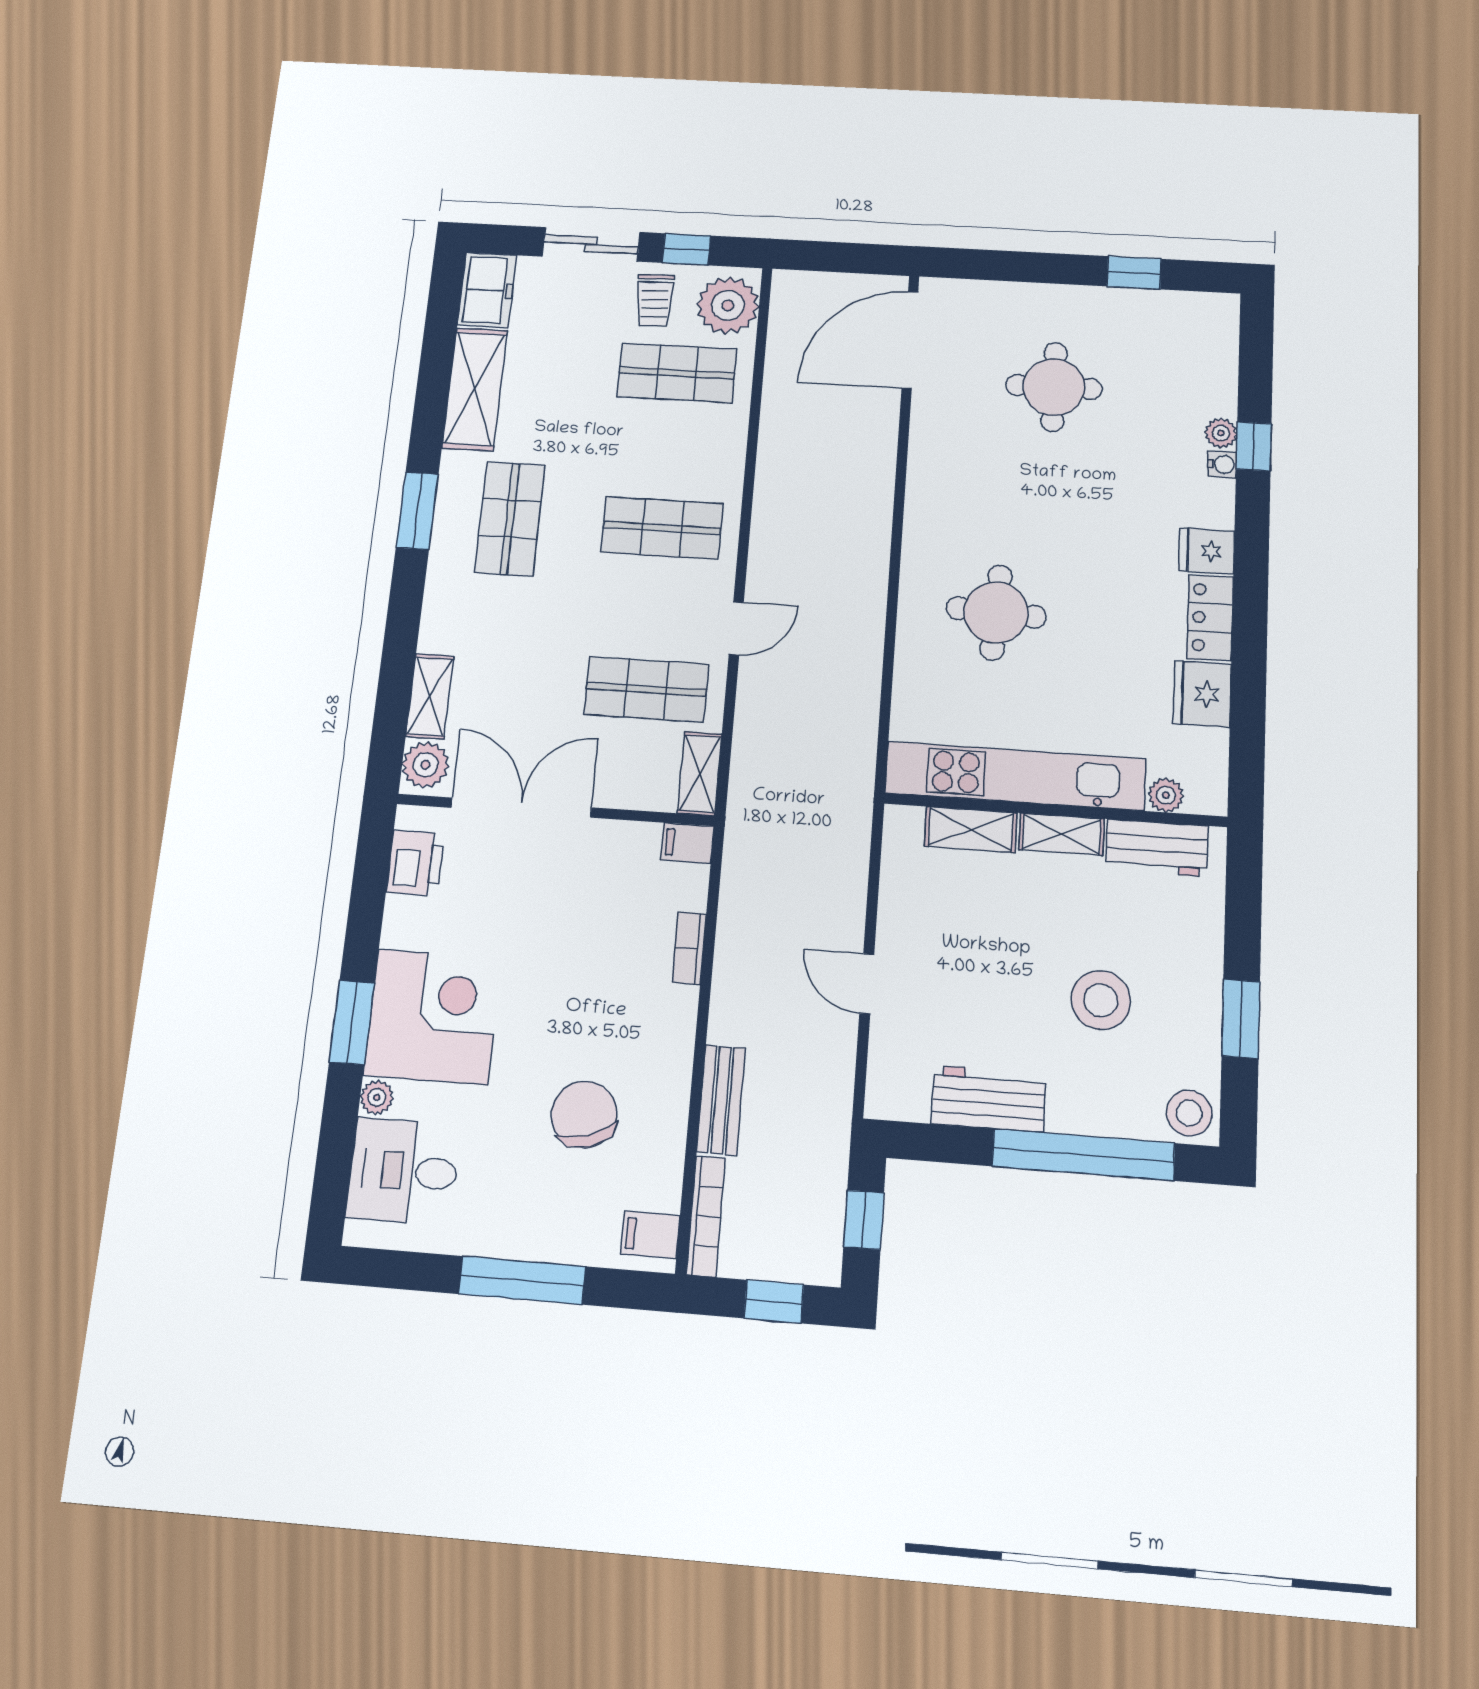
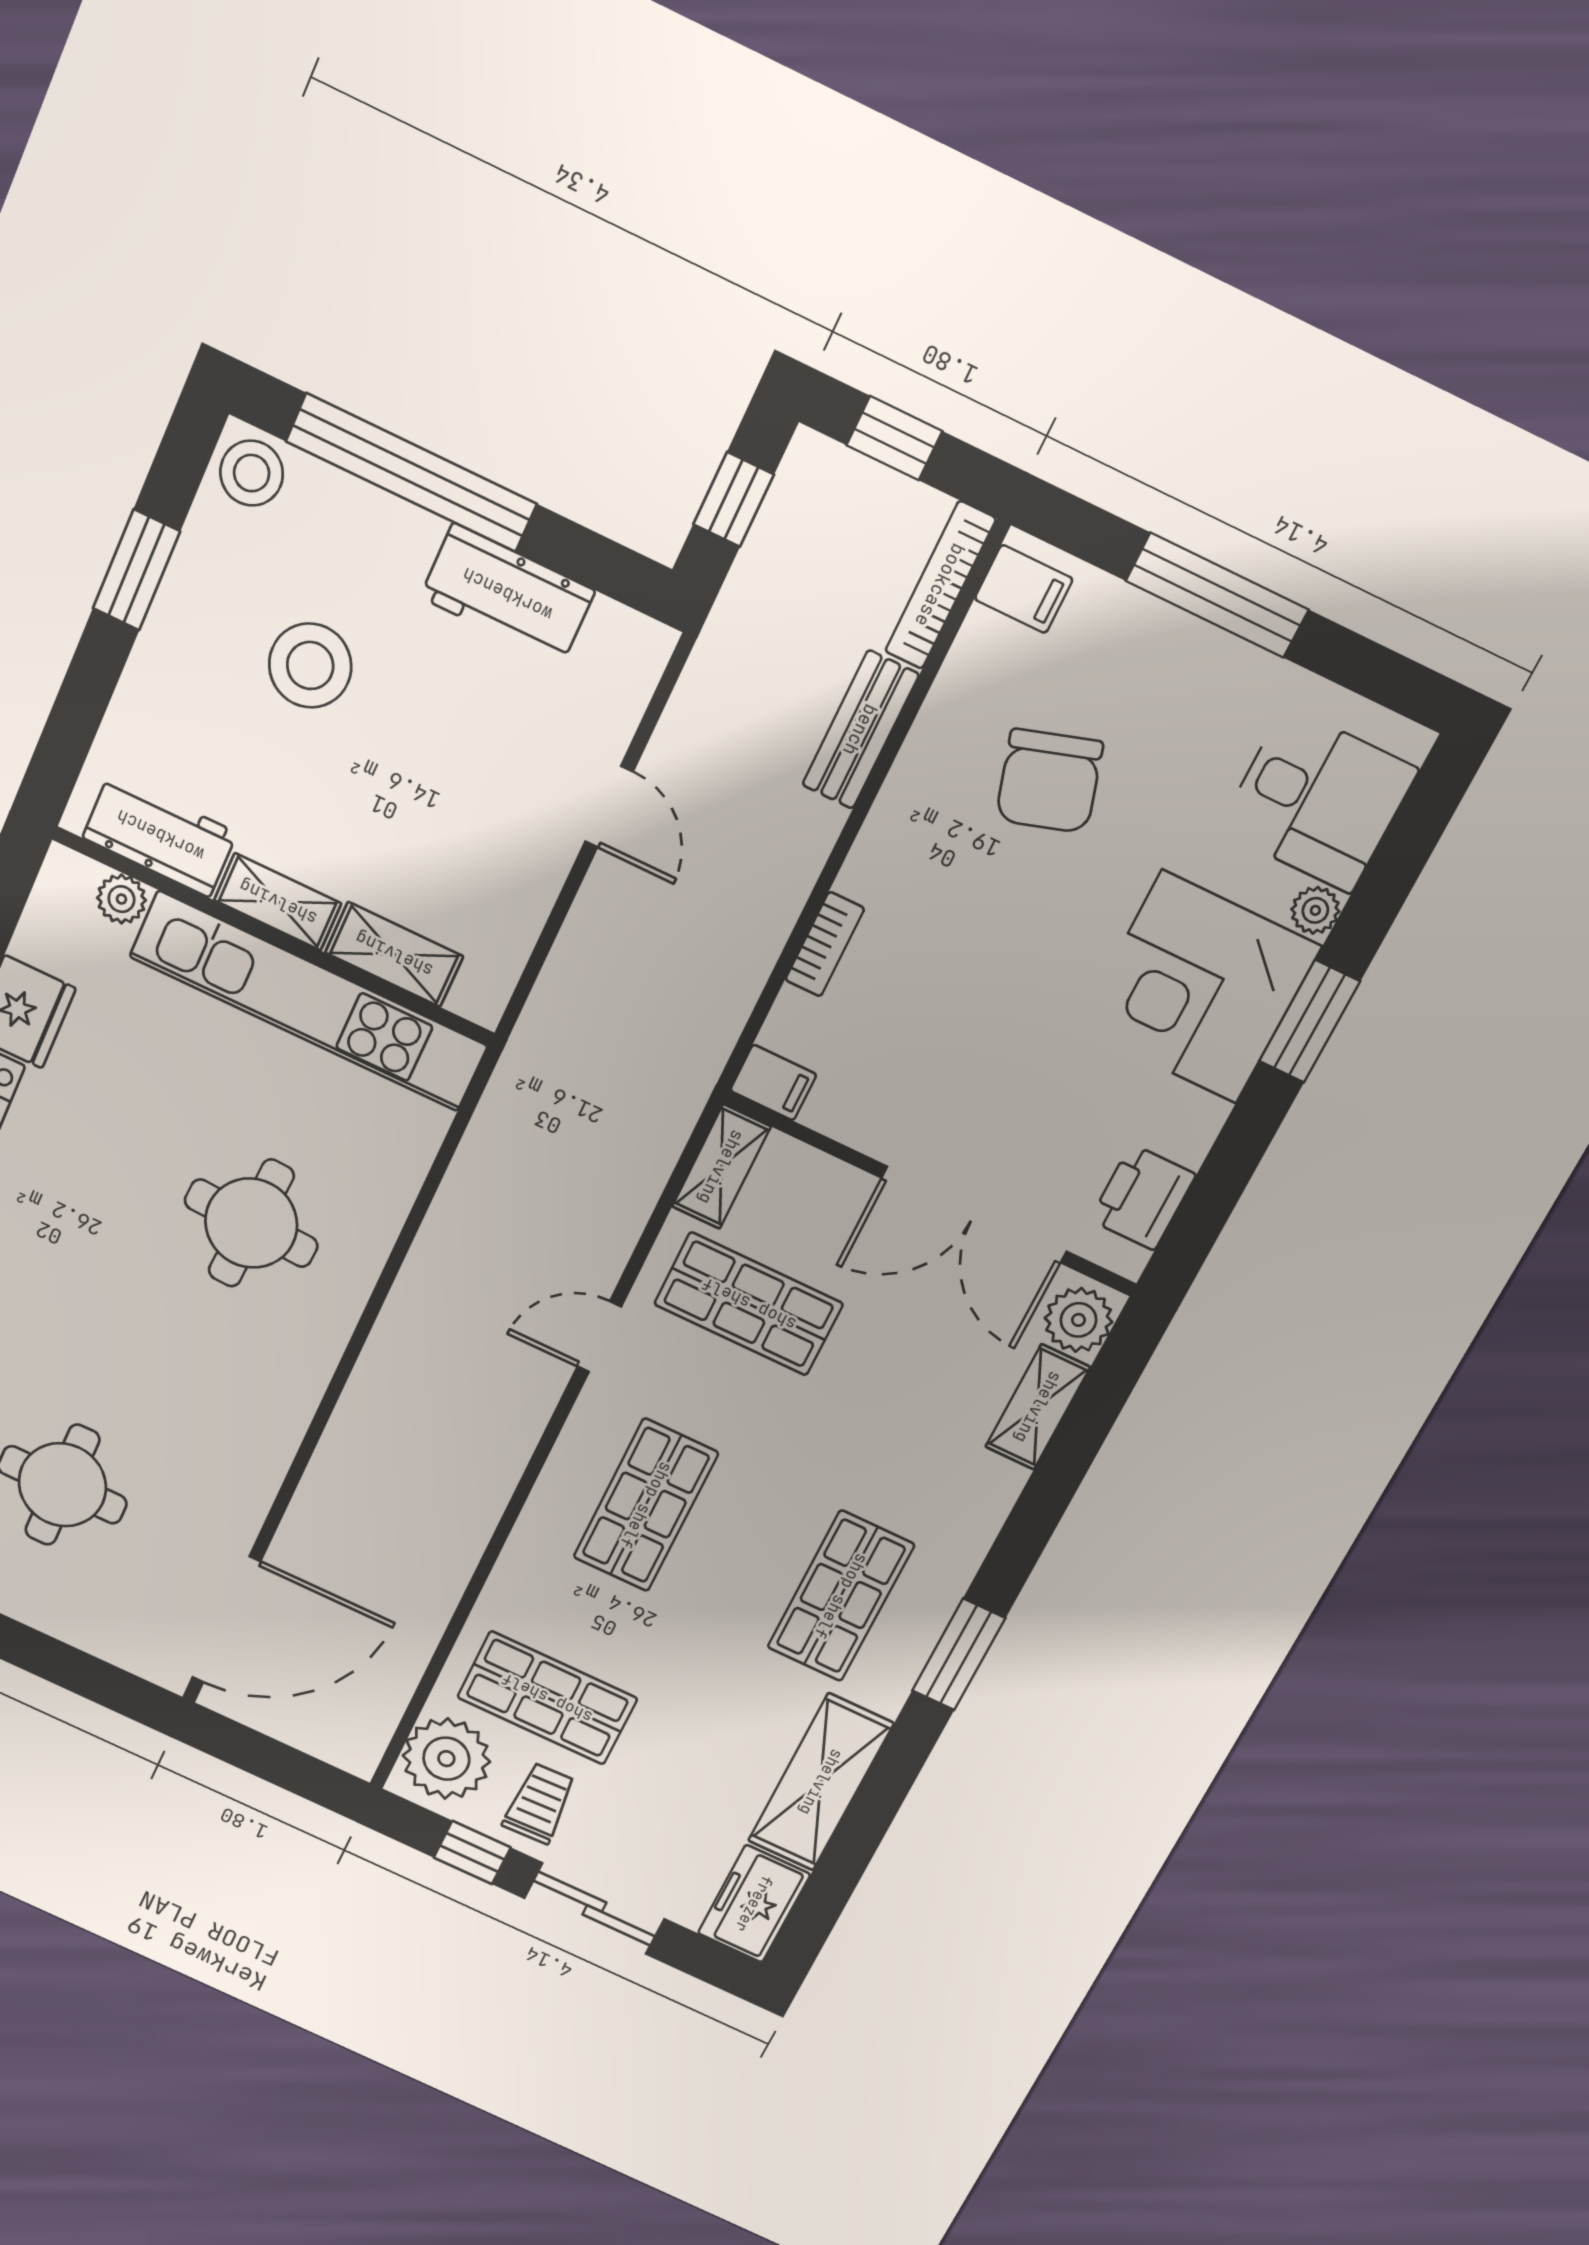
shop shelf: (662, 528) -> (646, 1505), turned 90

